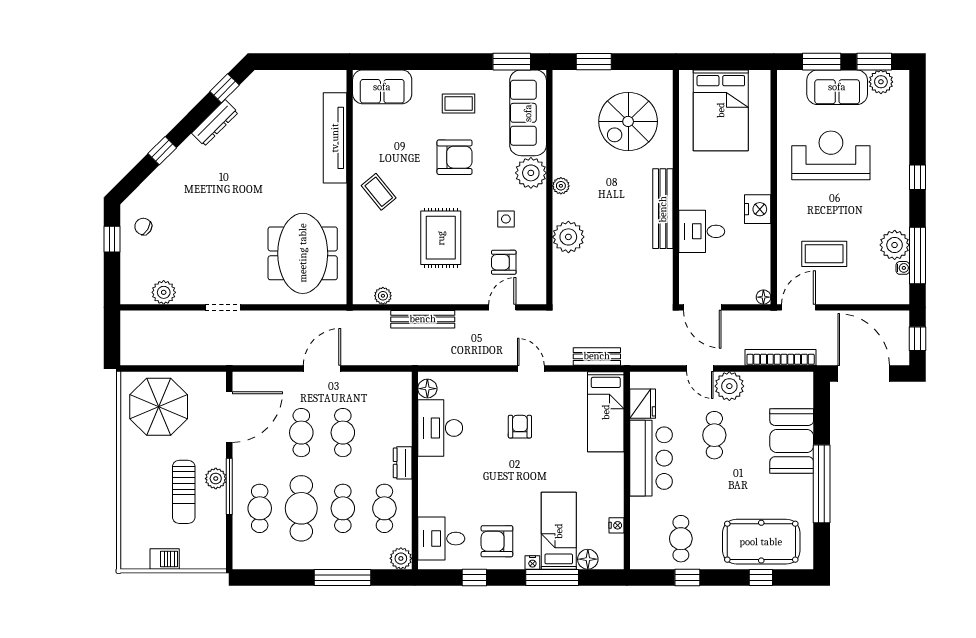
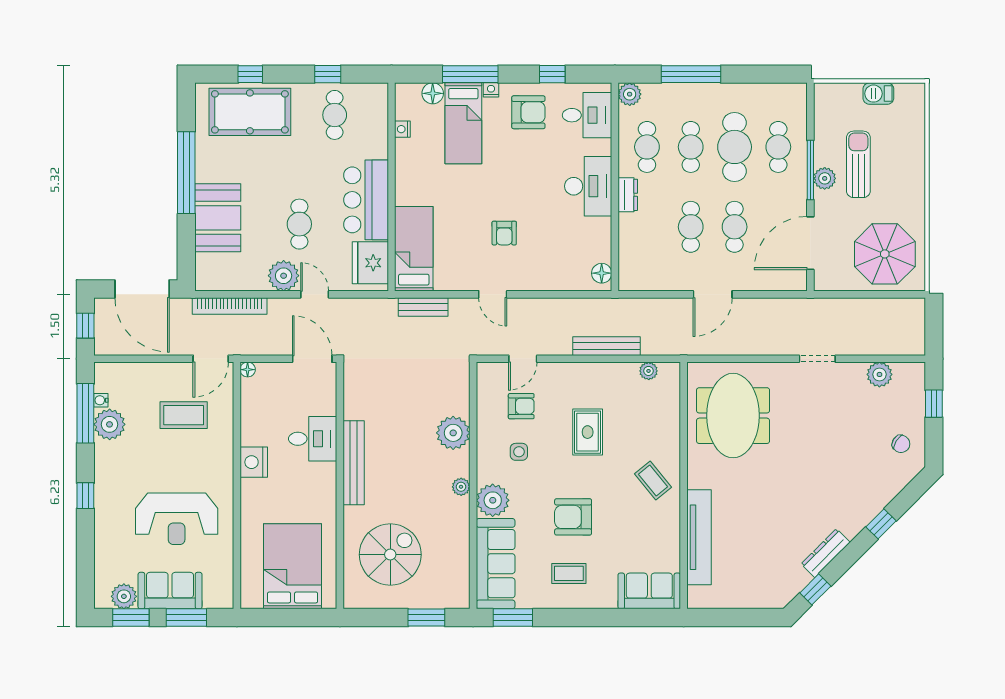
rug: (441, 238) -> (588, 432), width x0.73, depth x0.70
window: (112, 239) -> (934, 404), moved
fridge: (643, 404) -> (370, 263), width x1.36, depth x1.34
desk: (440, 428) -> (588, 186), moved

